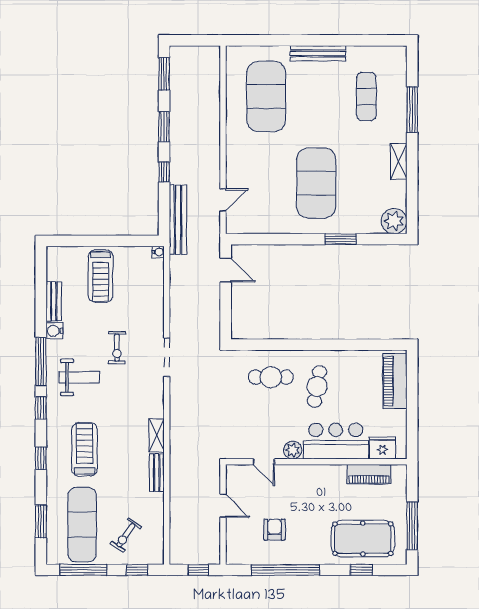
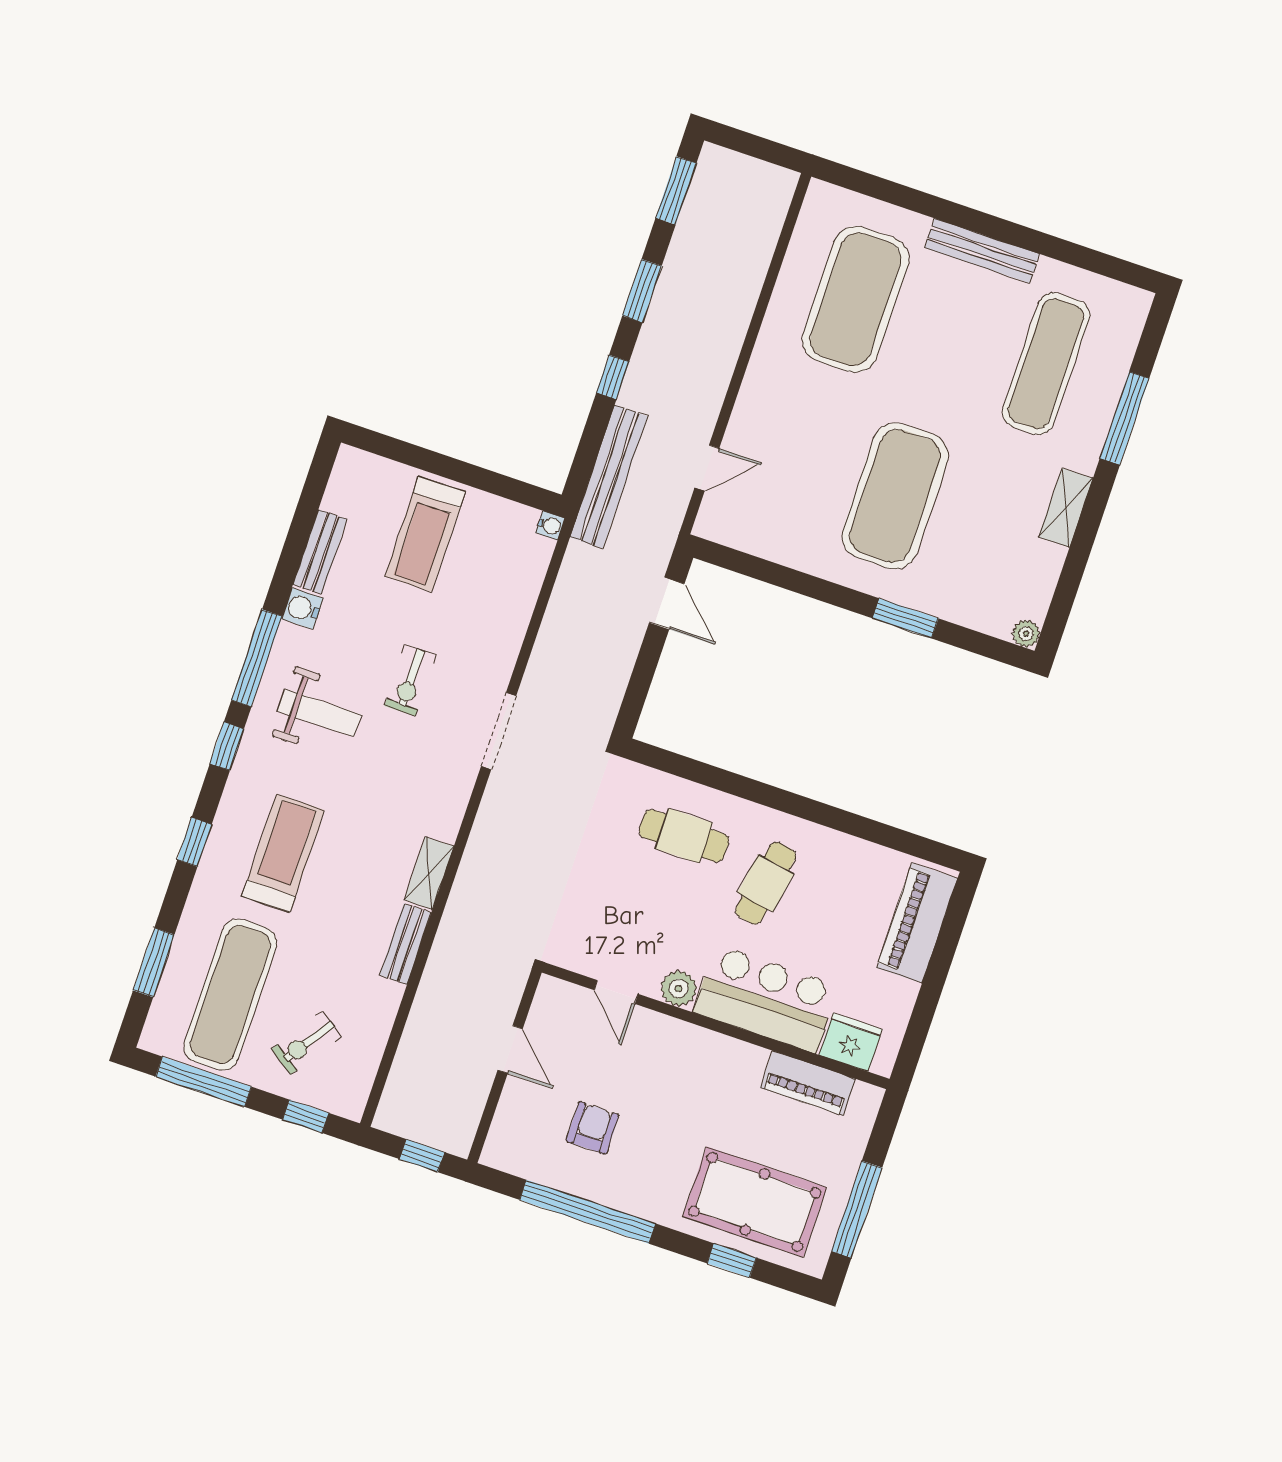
exercise mat: (366, 96) -> (1046, 364), width x1.36, depth x1.45
plant: (394, 221) -> (1026, 634), width x0.53, depth x0.53

